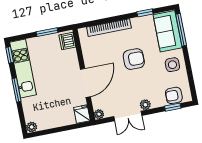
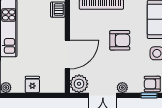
fridge: (82, 114) -> (32, 85), moved
plant: (99, 114) -> (79, 84), width x1.87, depth x1.87

